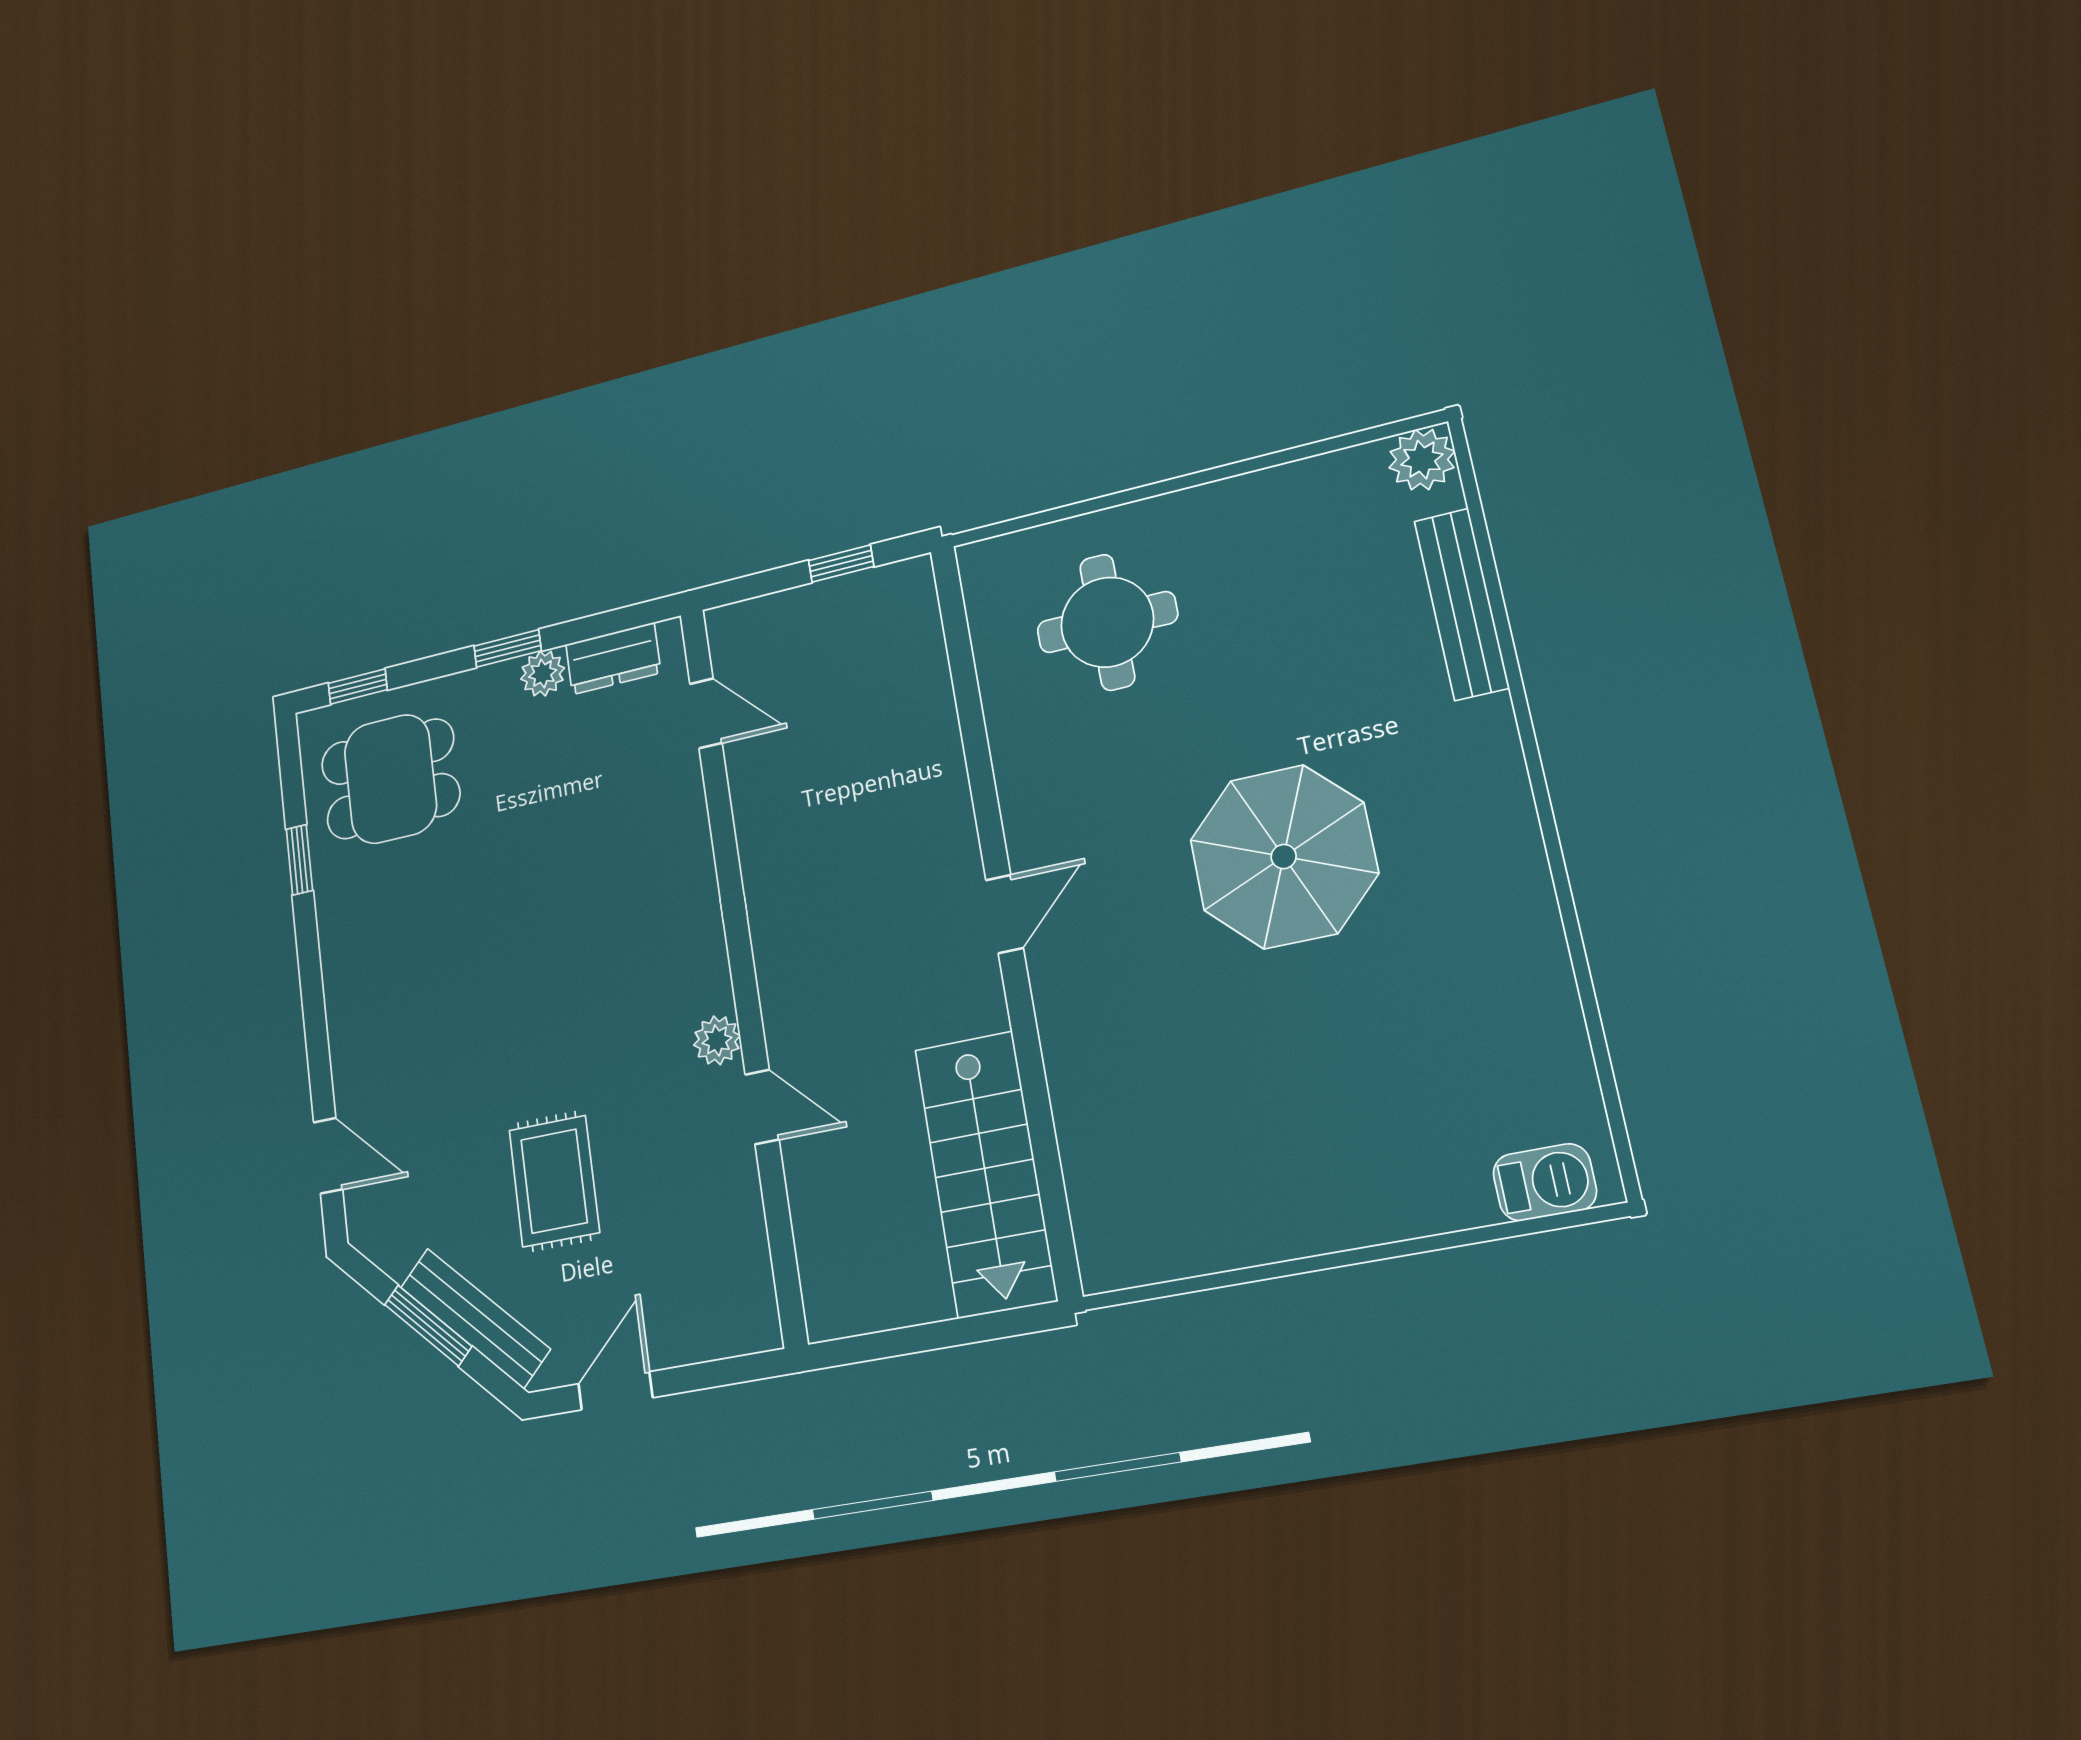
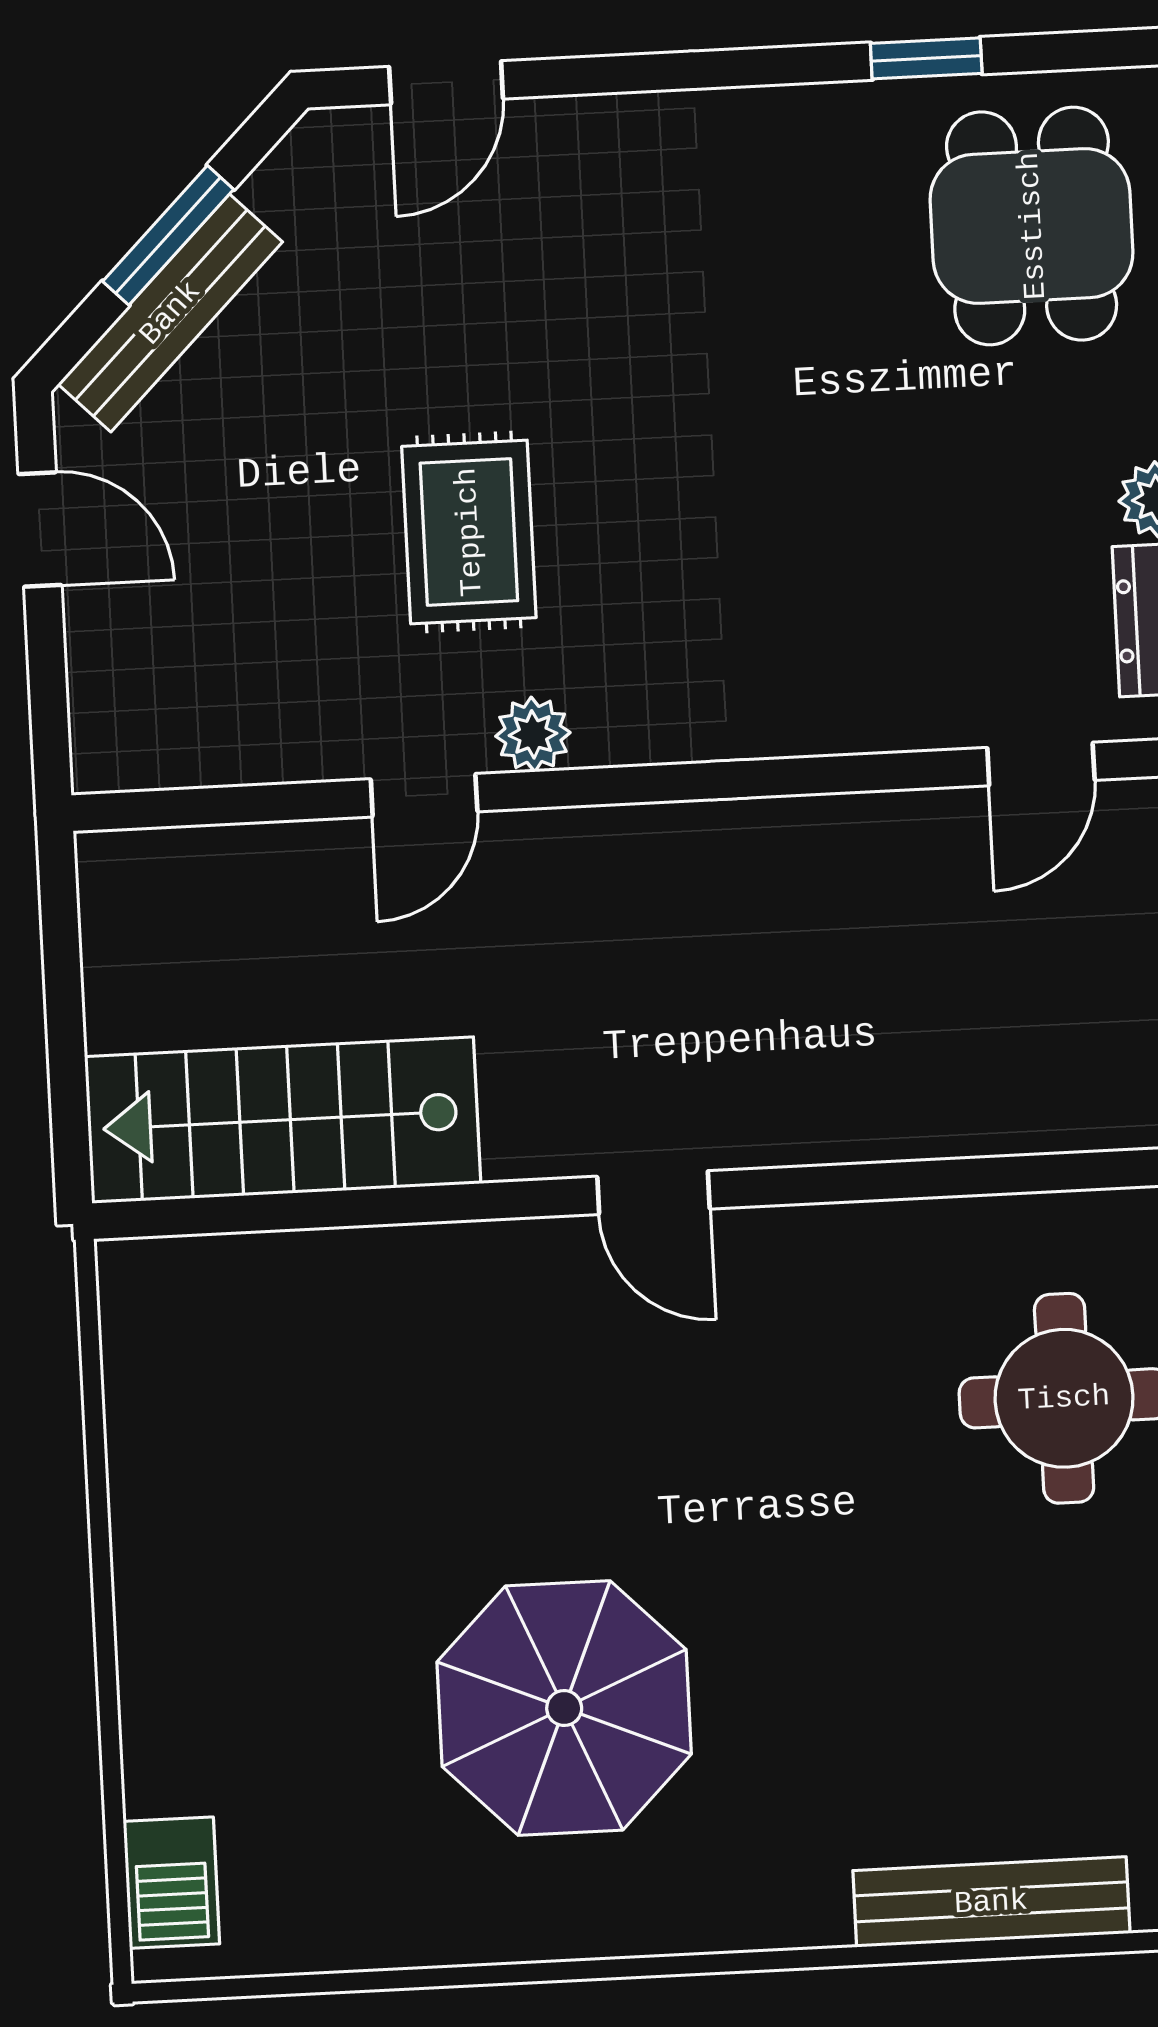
parasol: (1284, 857) -> (564, 1708), moved
rug: (554, 1181) -> (469, 532), moved, turned 90

